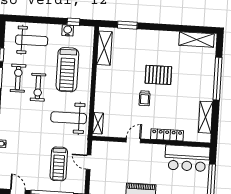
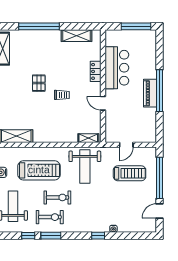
pallet: (158, 75) -> (39, 83), width x0.67, depth x0.71
exercise bike: (18, 78) -> (50, 217), turned 180
locker: (167, 135) -> (96, 71), width x0.66
bar counter: (187, 158) -> (117, 68), moved

